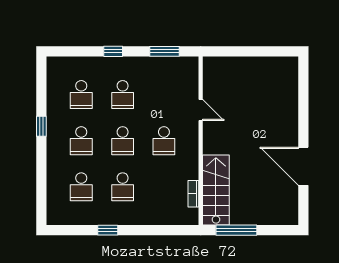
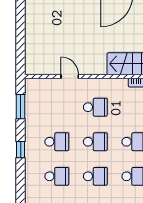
door: (201, 110) -> (70, 76), hinge flipped

